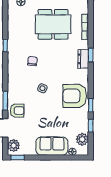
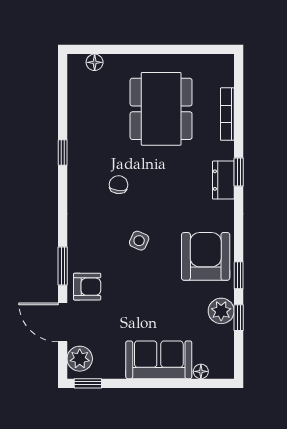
dining table: (53, 24) -> (161, 109), turned 90
armchair: (75, 96) -> (206, 256), turned 90
plant: (82, 139) -> (221, 311), moved

